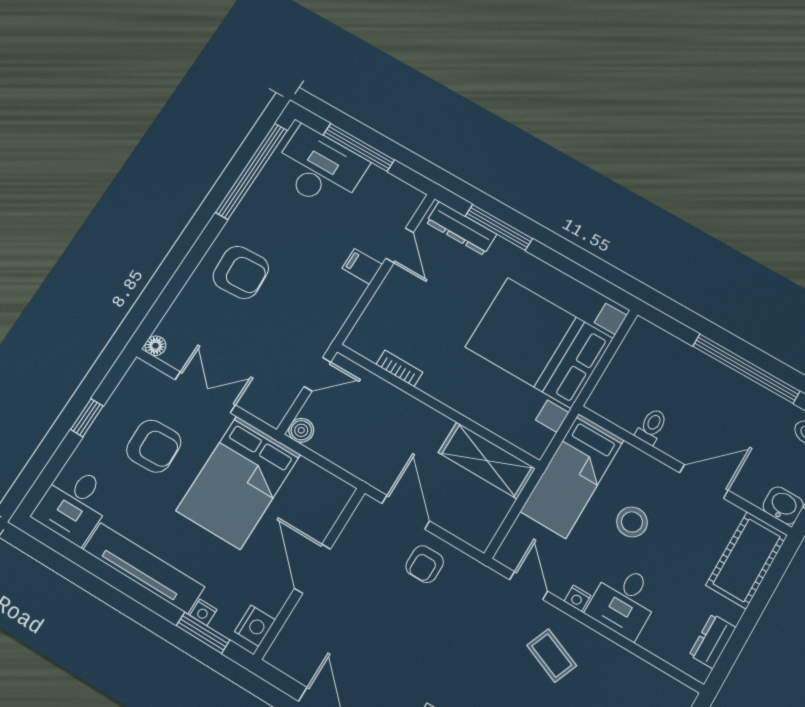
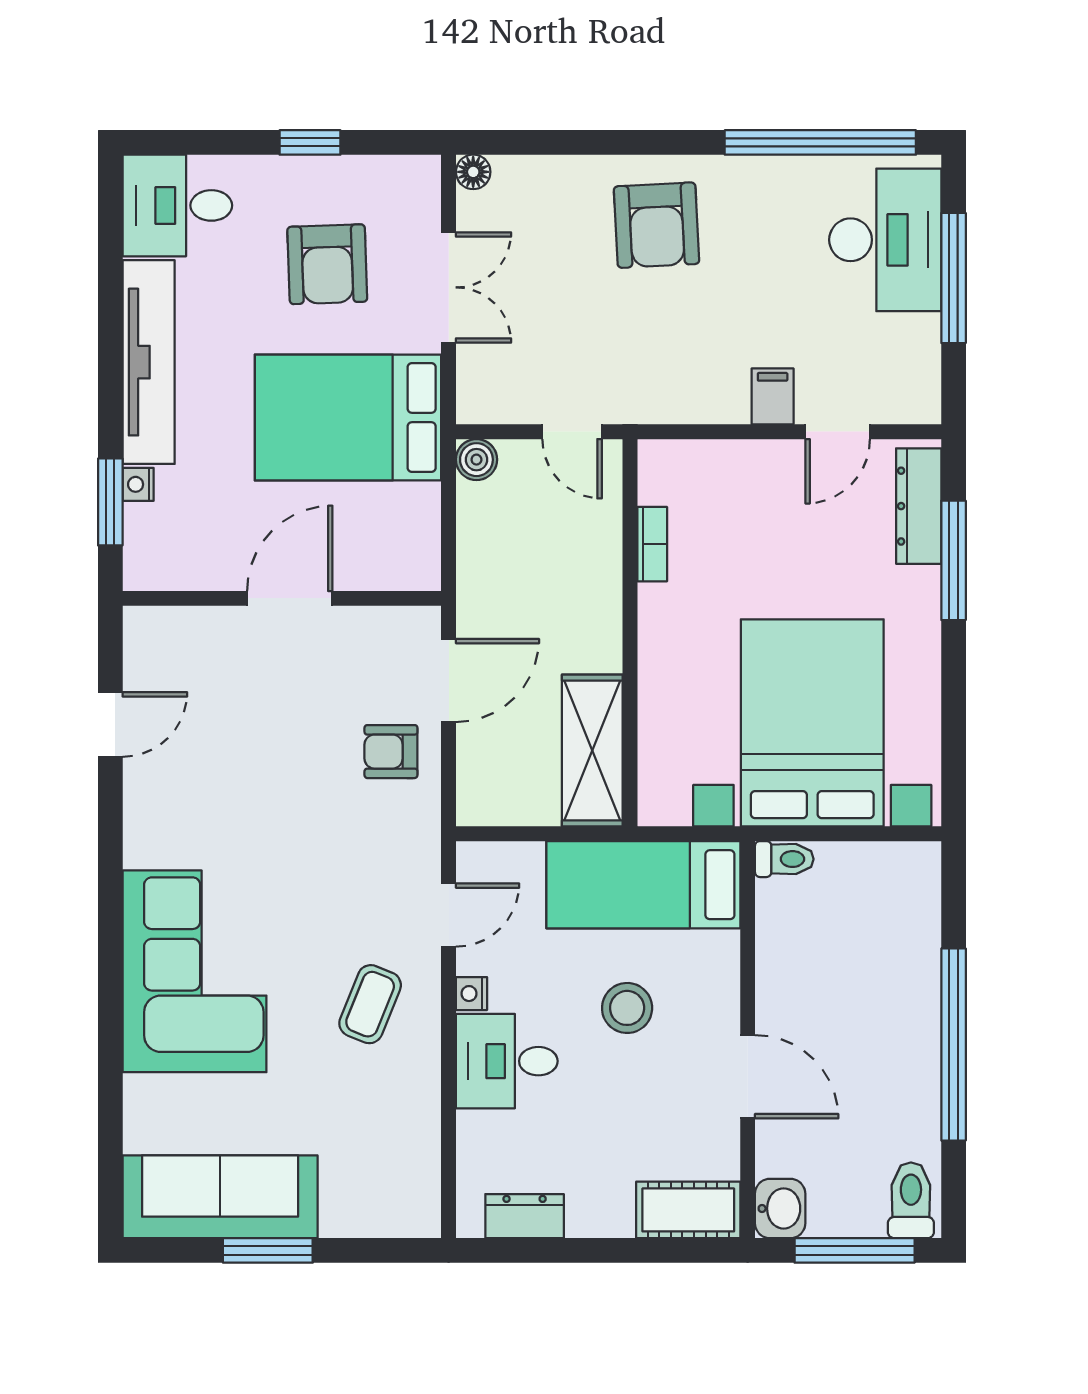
toilet: (652, 426) -> (784, 859), moved
cot: (747, 560) -> (688, 1210), width x0.73, depth x0.75
nightstand: (255, 626) -> (163, 568), removed

